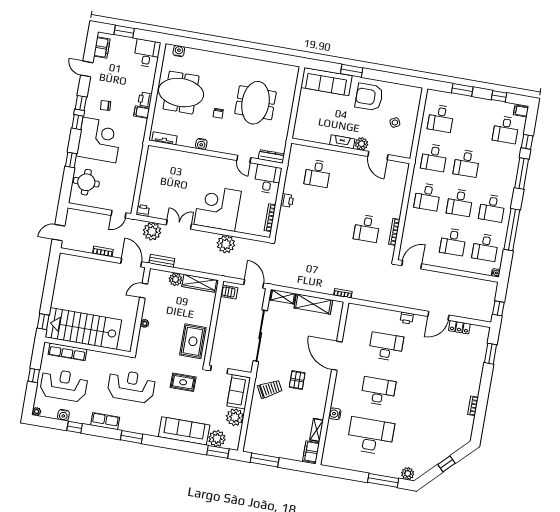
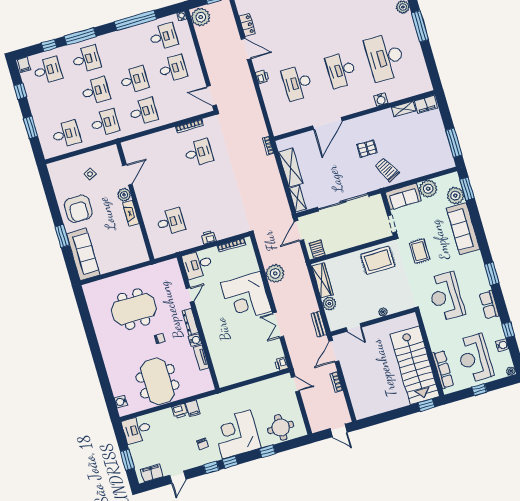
tv unit: (164, 138) -> (201, 358), moved
dresser: (271, 156) -> (190, 322), moved
desk: (492, 208) -> (86, 59), moved
plant: (152, 231) -> (201, 17), moved

